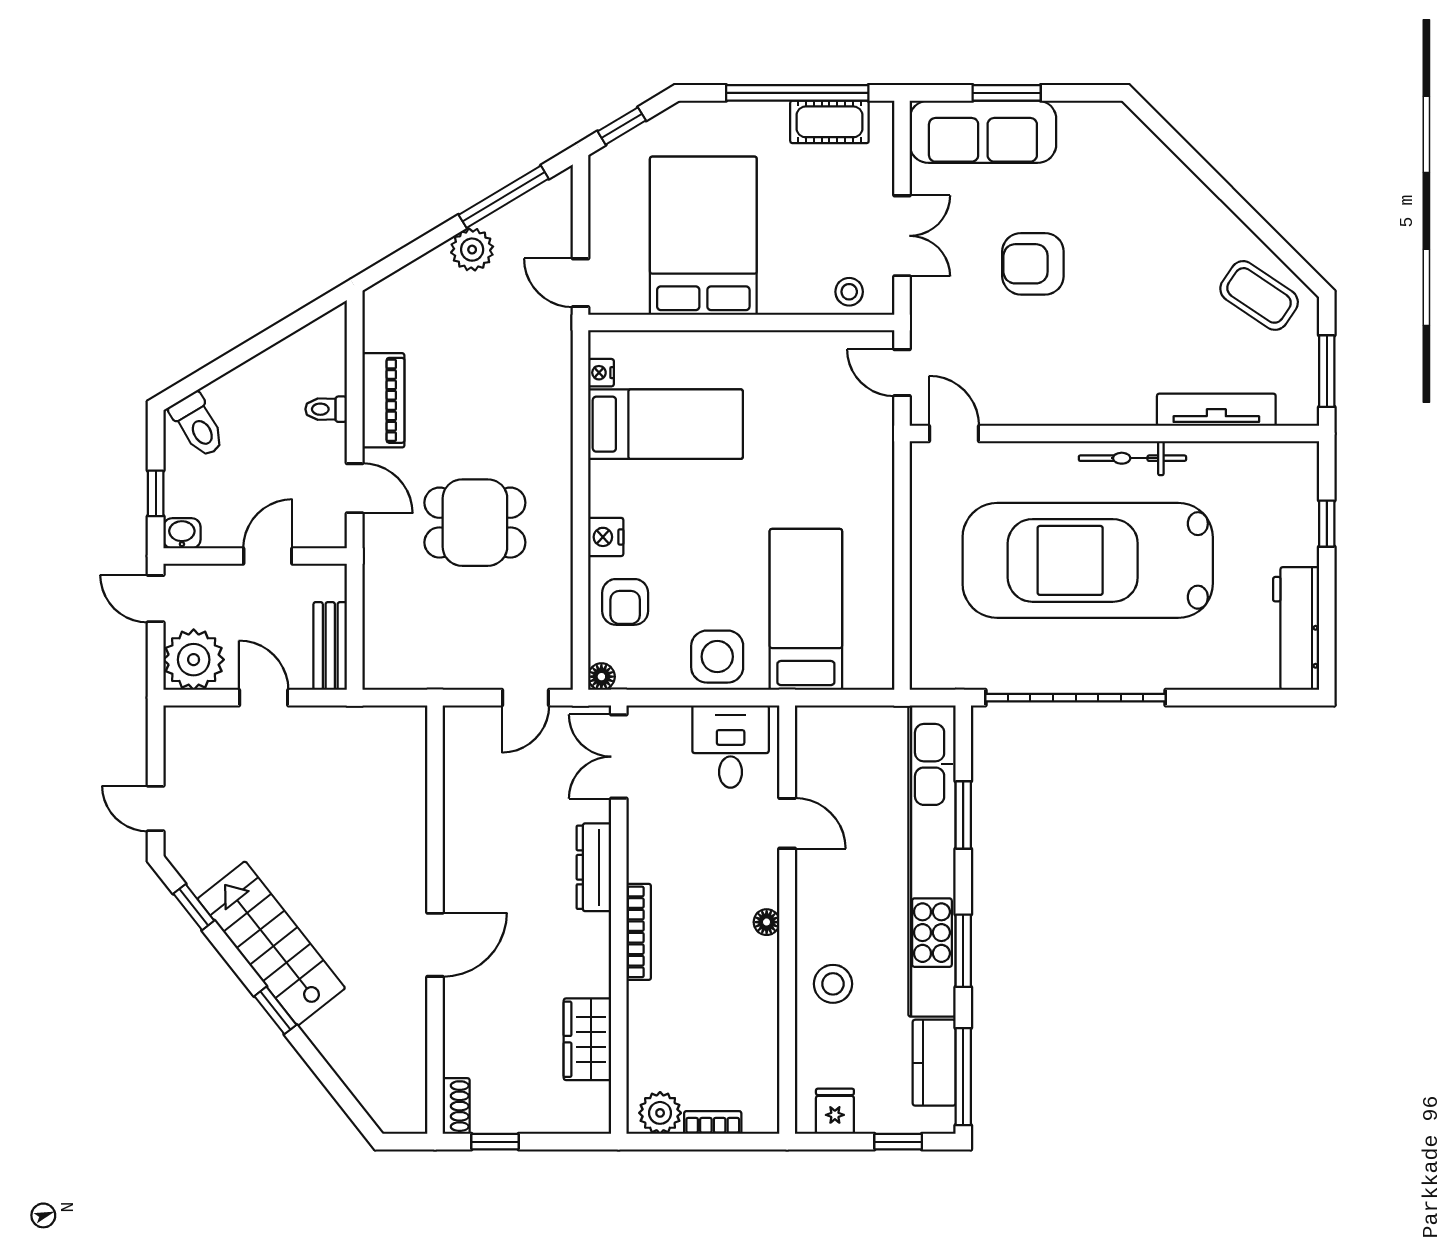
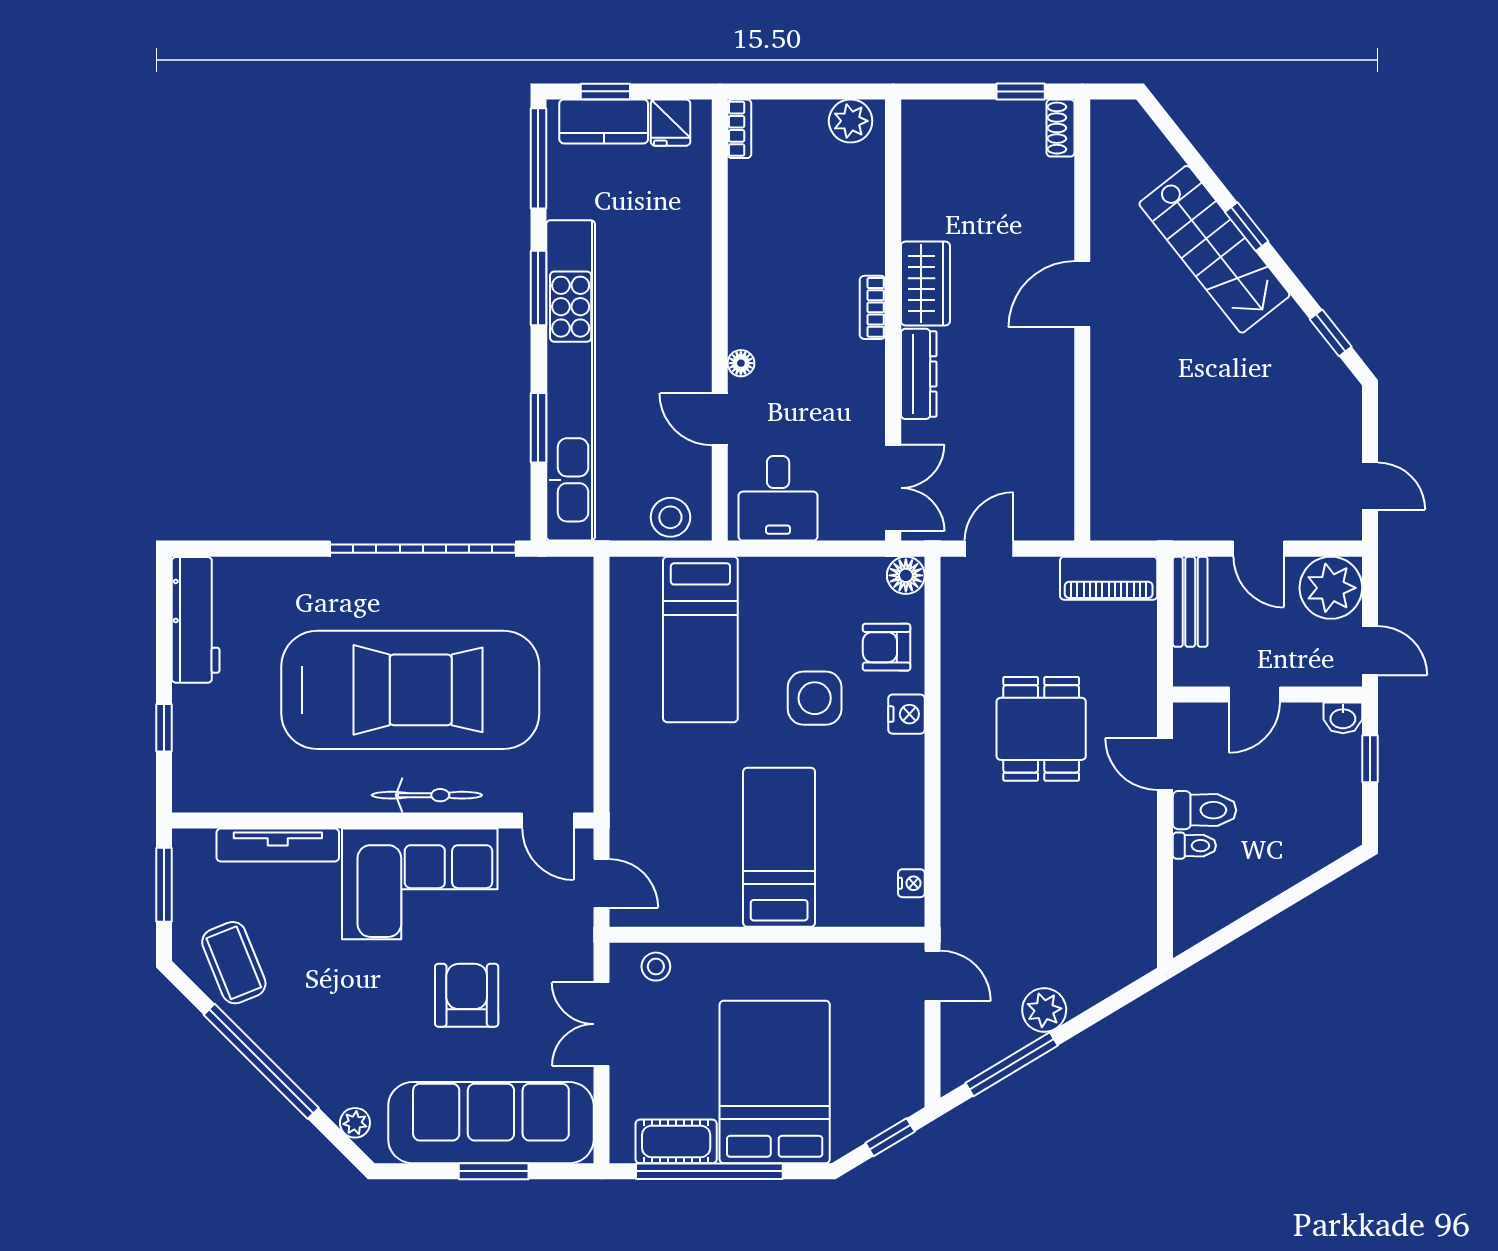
sofa: (983, 132) -> (491, 1123), width x1.36, depth x1.27
plant: (1141, 140) -> (355, 1123), added
window: (1232, 200) -> (261, 1061), added
bed: (703, 236) -> (775, 1082), moved, turned 180
armchair: (1033, 264) -> (467, 995), turned -90
coffee table: (1259, 295) -> (234, 963), turned 34
corner sofa: (1078, 372) -> (420, 884), added
piano: (383, 400) -> (1109, 578), moved, turned -90
bed: (665, 424) -> (779, 847), moved, turned 90
toilet: (198, 425) -> (1205, 810), moved, turned 121
bicycle: (1132, 458) -> (427, 795), moved
dining table: (475, 523) -> (1041, 729), turned 90
armchair: (625, 602) -> (887, 647), turned -90
side table: (717, 657) -> (815, 698), moved
floor lamp: (601, 677) -> (906, 575), width x1.37, depth x1.37
door: (156, 809) -> (1370, 486), moved
floor lamp: (767, 922) -> (741, 363), moved
bookcase: (639, 932) -> (873, 307), width x0.64
stairs: (271, 943) -> (1214, 249), moved
stool: (833, 984) -> (670, 517), moved
wardrobe: (587, 1039) -> (925, 283), moved
kitchen counter: (934, 1063) -> (604, 121), moved, turned 90
bookcase: (713, 1123) -> (739, 129), moved, turned -90

